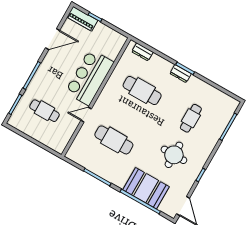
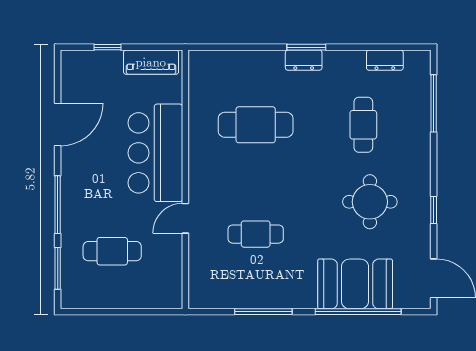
piano: (82, 19) -> (151, 62), moved
dresser: (142, 52) -> (385, 60), moved
cafe table: (114, 140) -> (256, 234), width x0.73, depth x0.74

